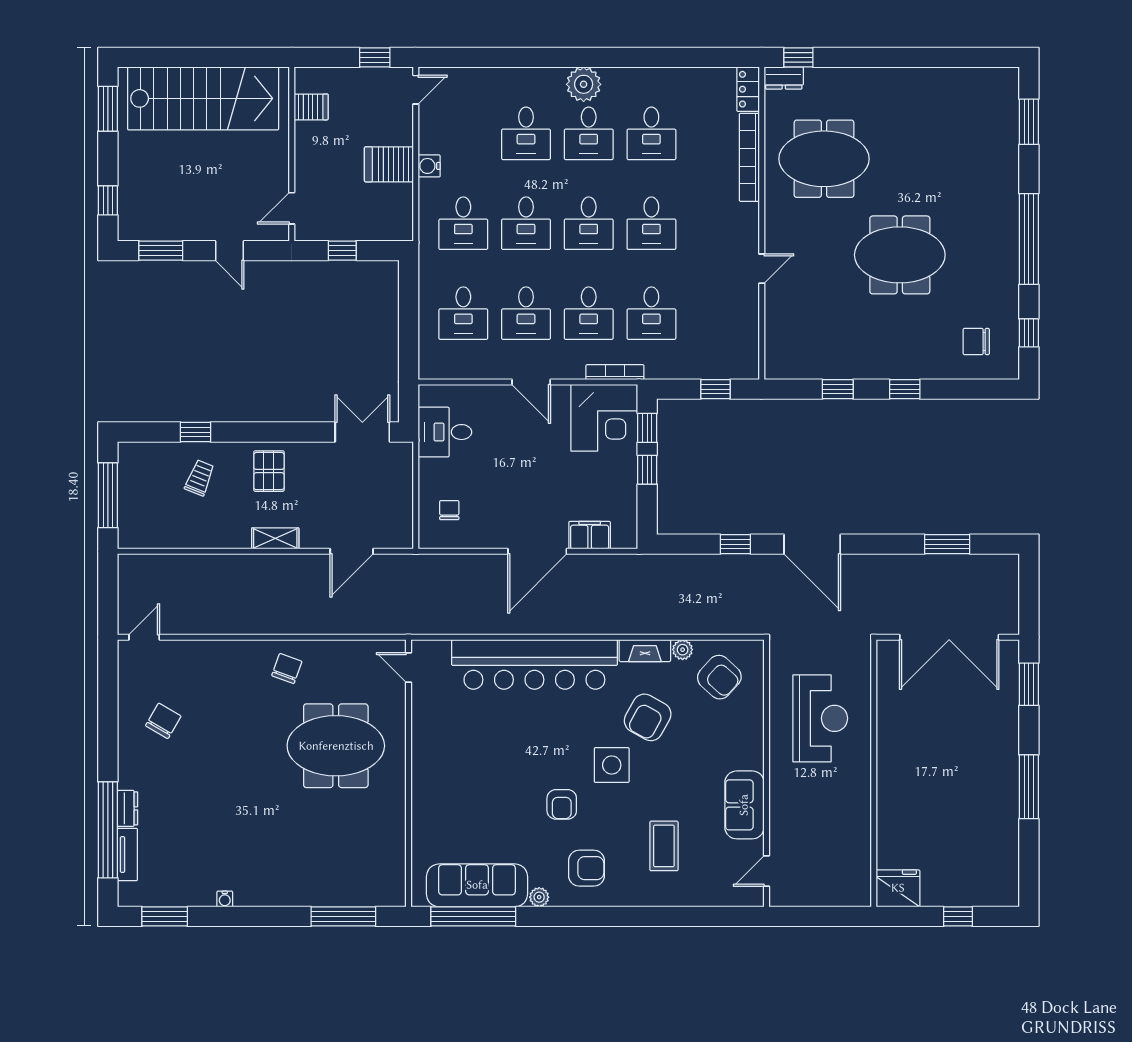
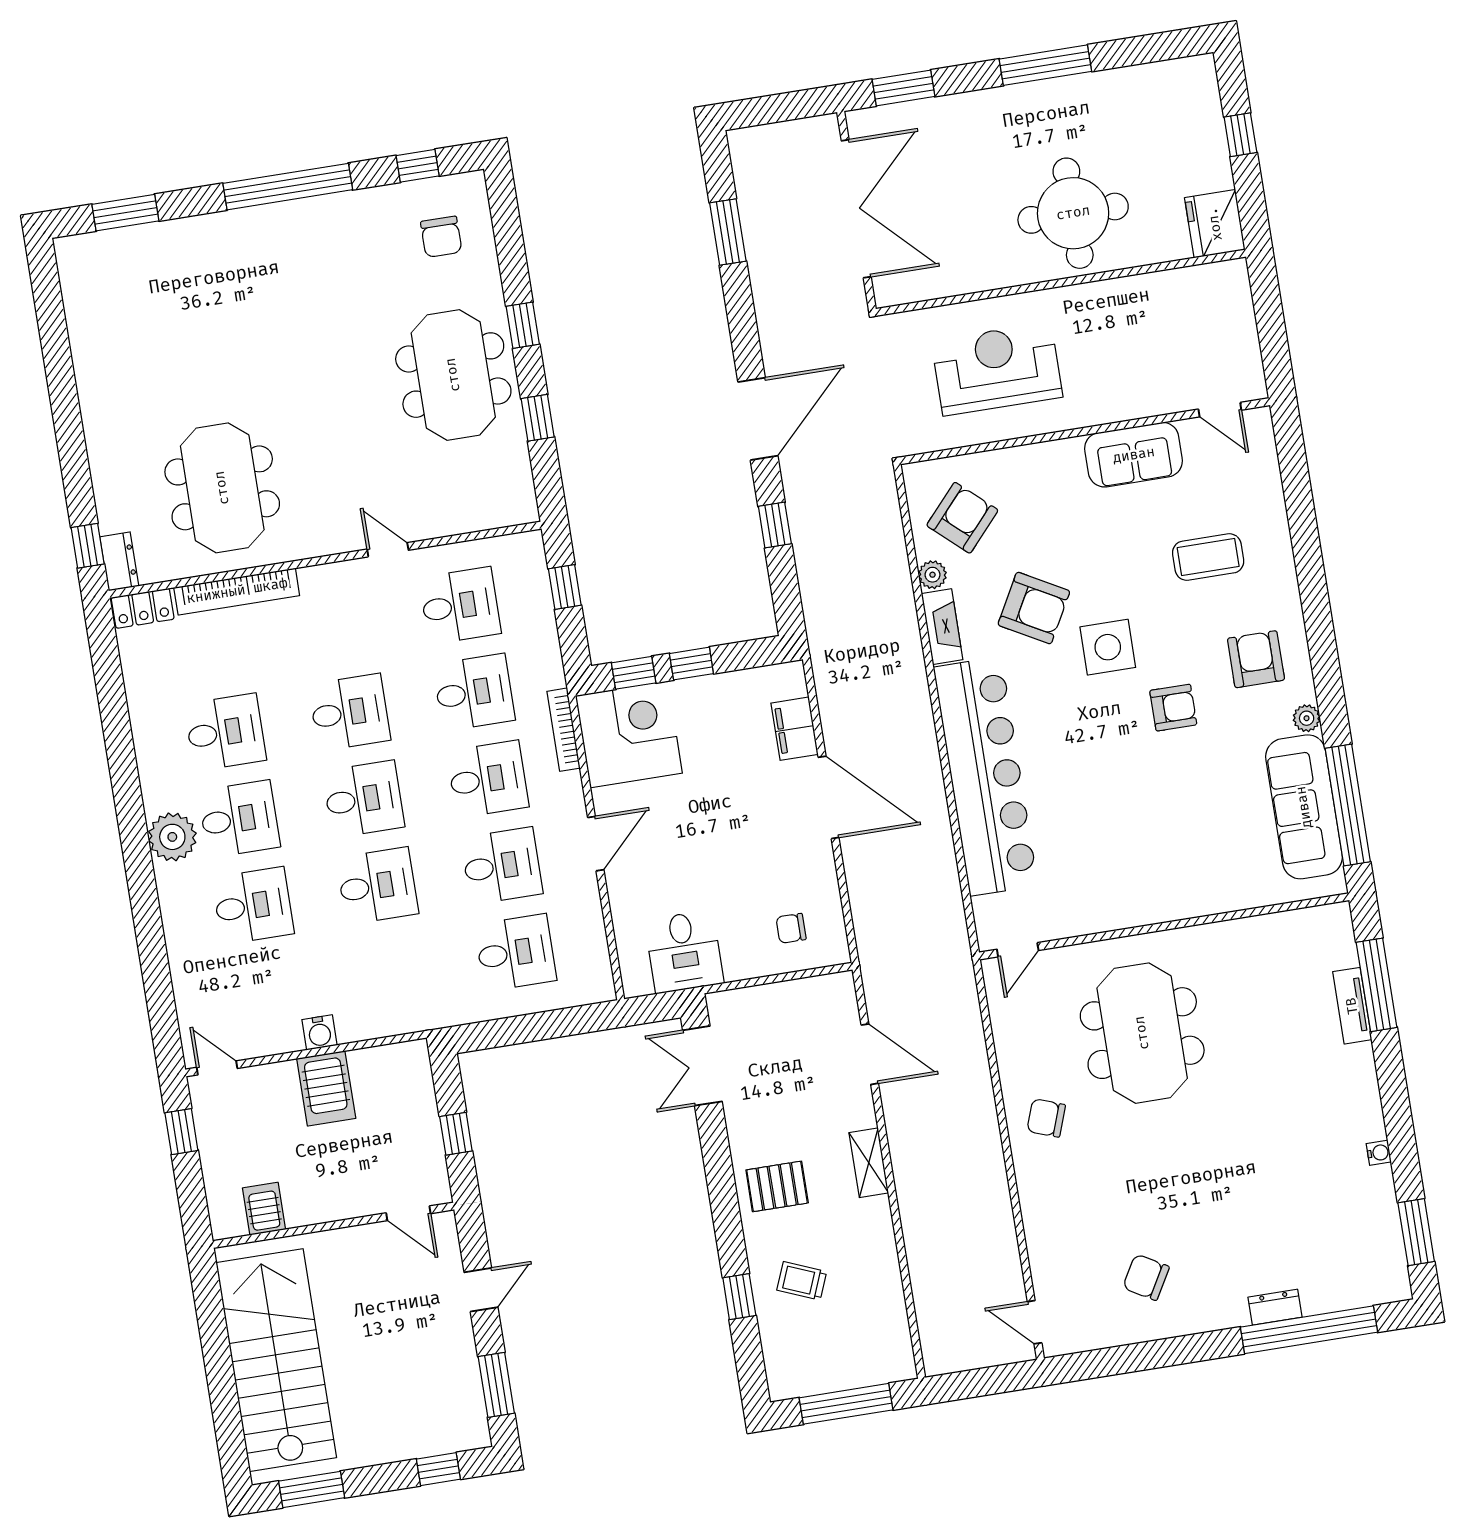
desk: (463, 223) -> (460, 606), moved
meeting table: (900, 255) -> (453, 375), moved
round table: (922, 790) -> (1073, 213), added
tv unit: (127, 855) -> (1352, 1006), moved, turned -90

